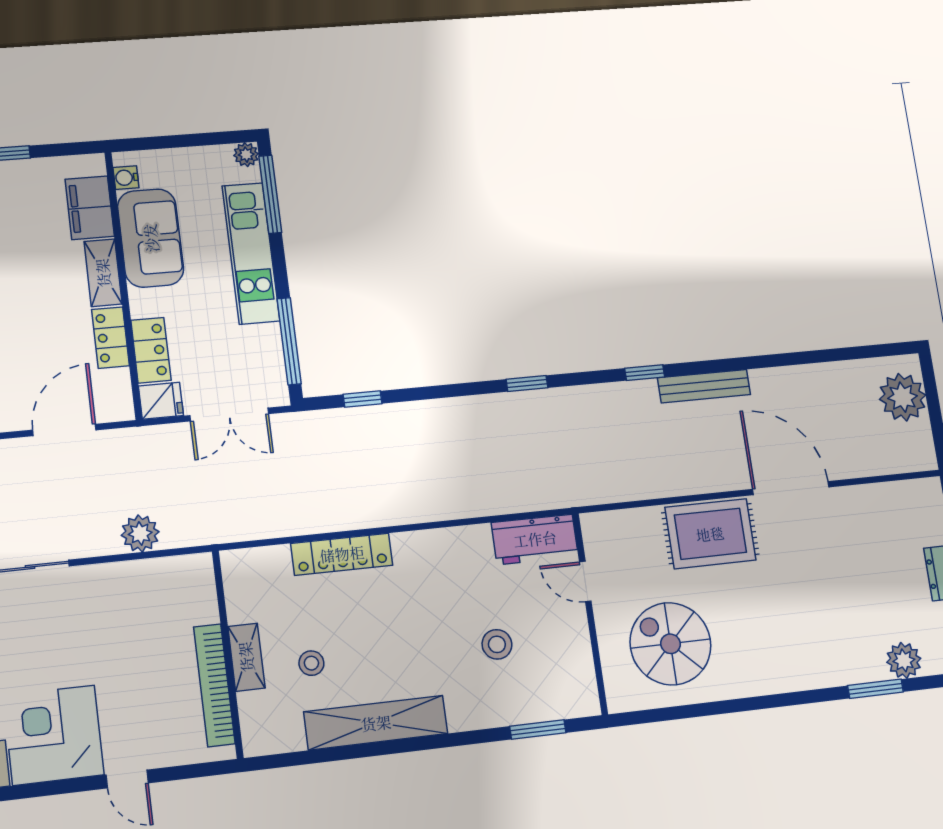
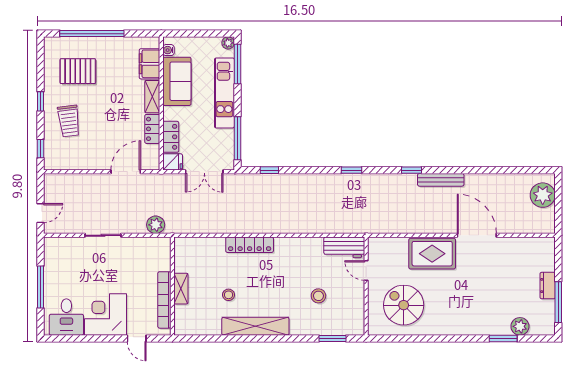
wall: (228, 654) -> (172, 286), moved
shelving: (246, 657) -> (181, 289), moved
bookcase: (214, 685) -> (164, 300), moved

